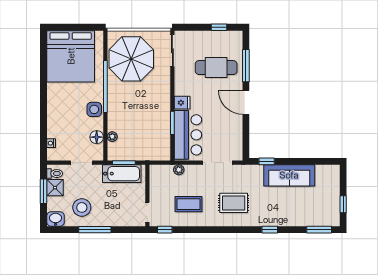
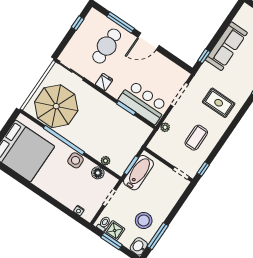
fridge: (182, 103) -> (104, 82), moved
rug: (234, 203) -> (219, 103), turned 90
window: (95, 230) -> (158, 236), moved

